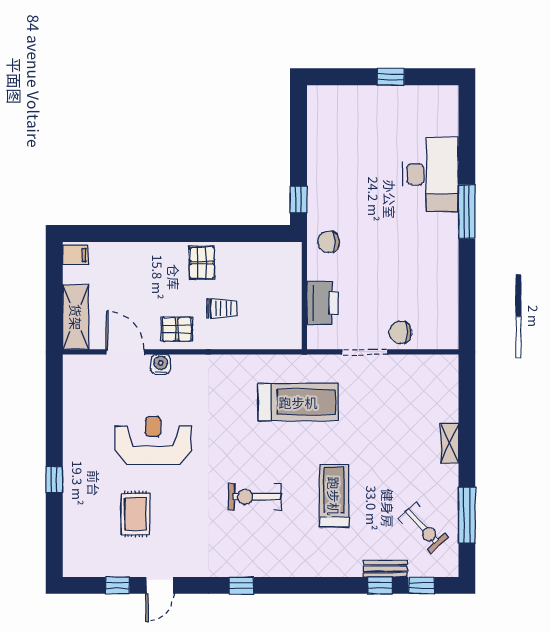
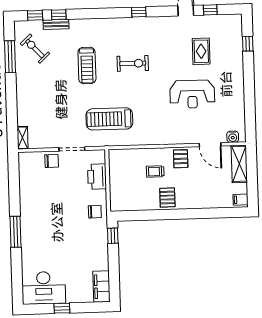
filing cabinet: (321, 112) -> (101, 287), added
desk: (431, 174) -> (44, 288), moved, turned -90
pallet: (177, 329) -> (181, 159), turned 90
water cooler: (161, 364) -> (233, 137), moved
shelving: (450, 443) -> (22, 138), moved
window: (54, 480) -> (248, 44), moved

